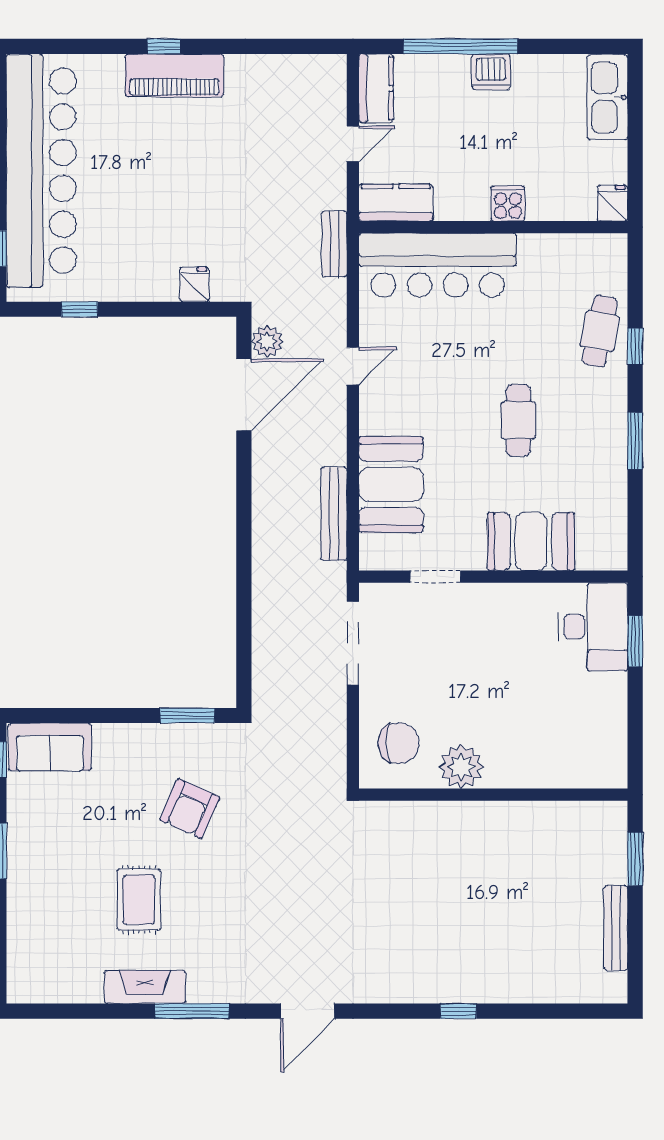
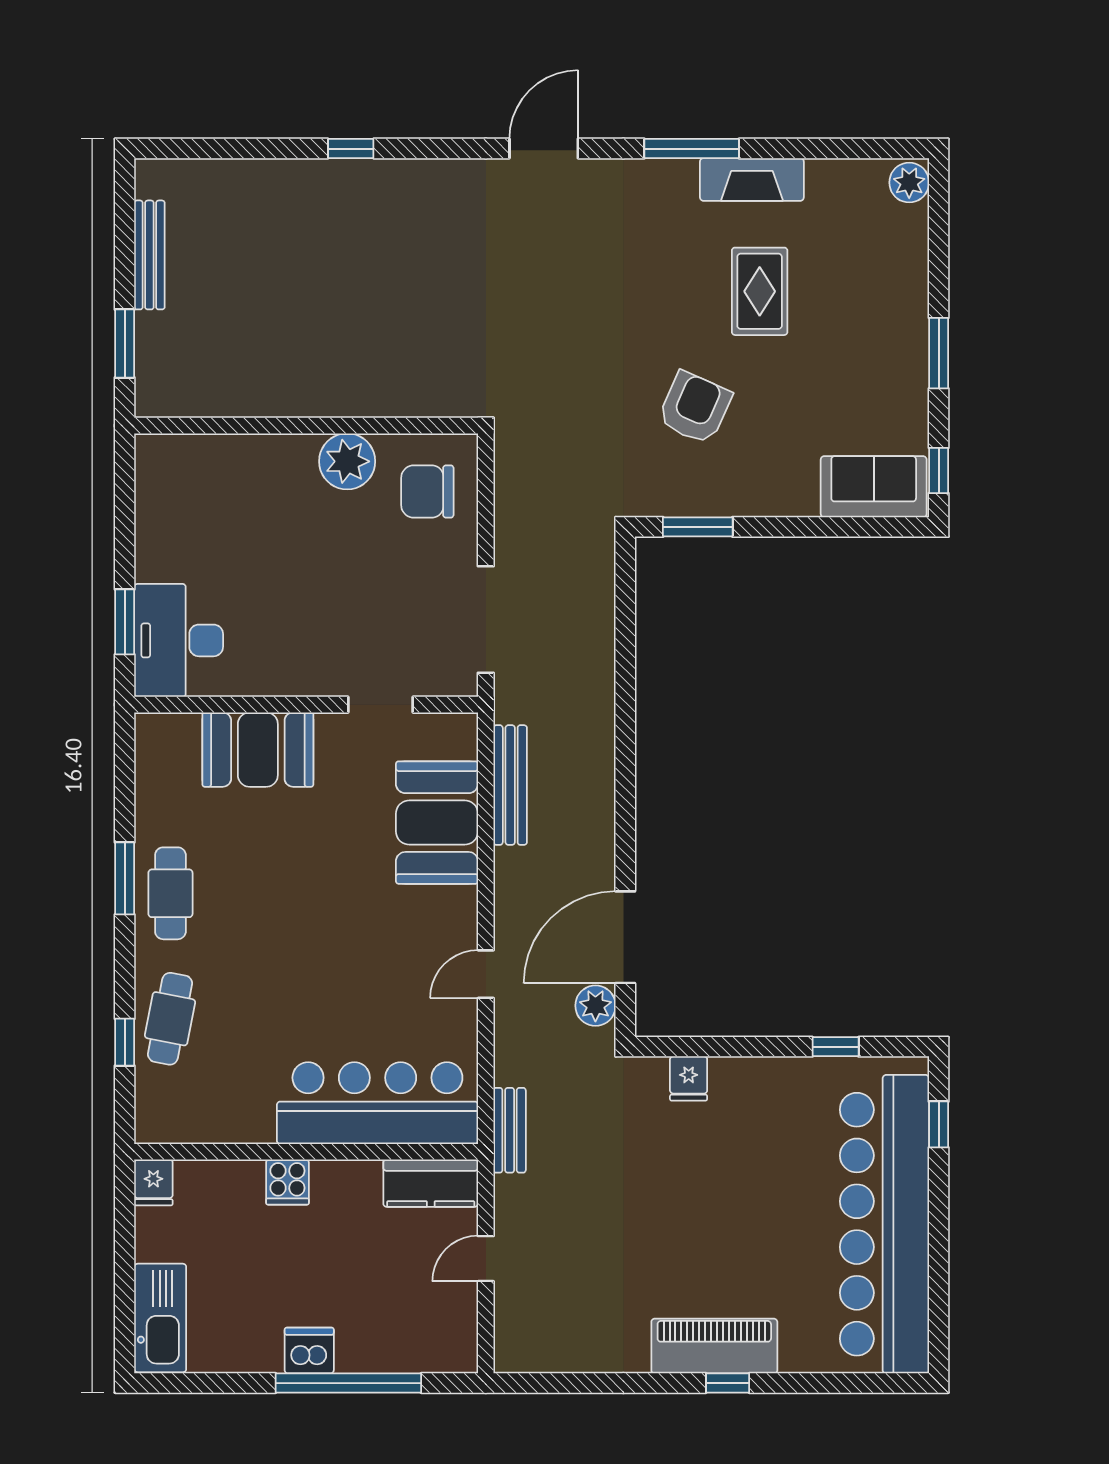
kitchen counter: (376, 88) -> (456, 1330), removed
window: (635, 346) -> (125, 1042), moved
cafe table: (518, 420) -> (170, 893), moved
plant: (22, 985) -> (909, 183), added

